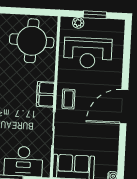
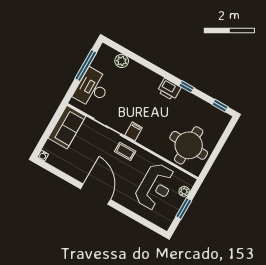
reception desk: (88, 53) -> (155, 187), turned 180
filing cabinet: (45, 94) -> (134, 131), width x0.50

